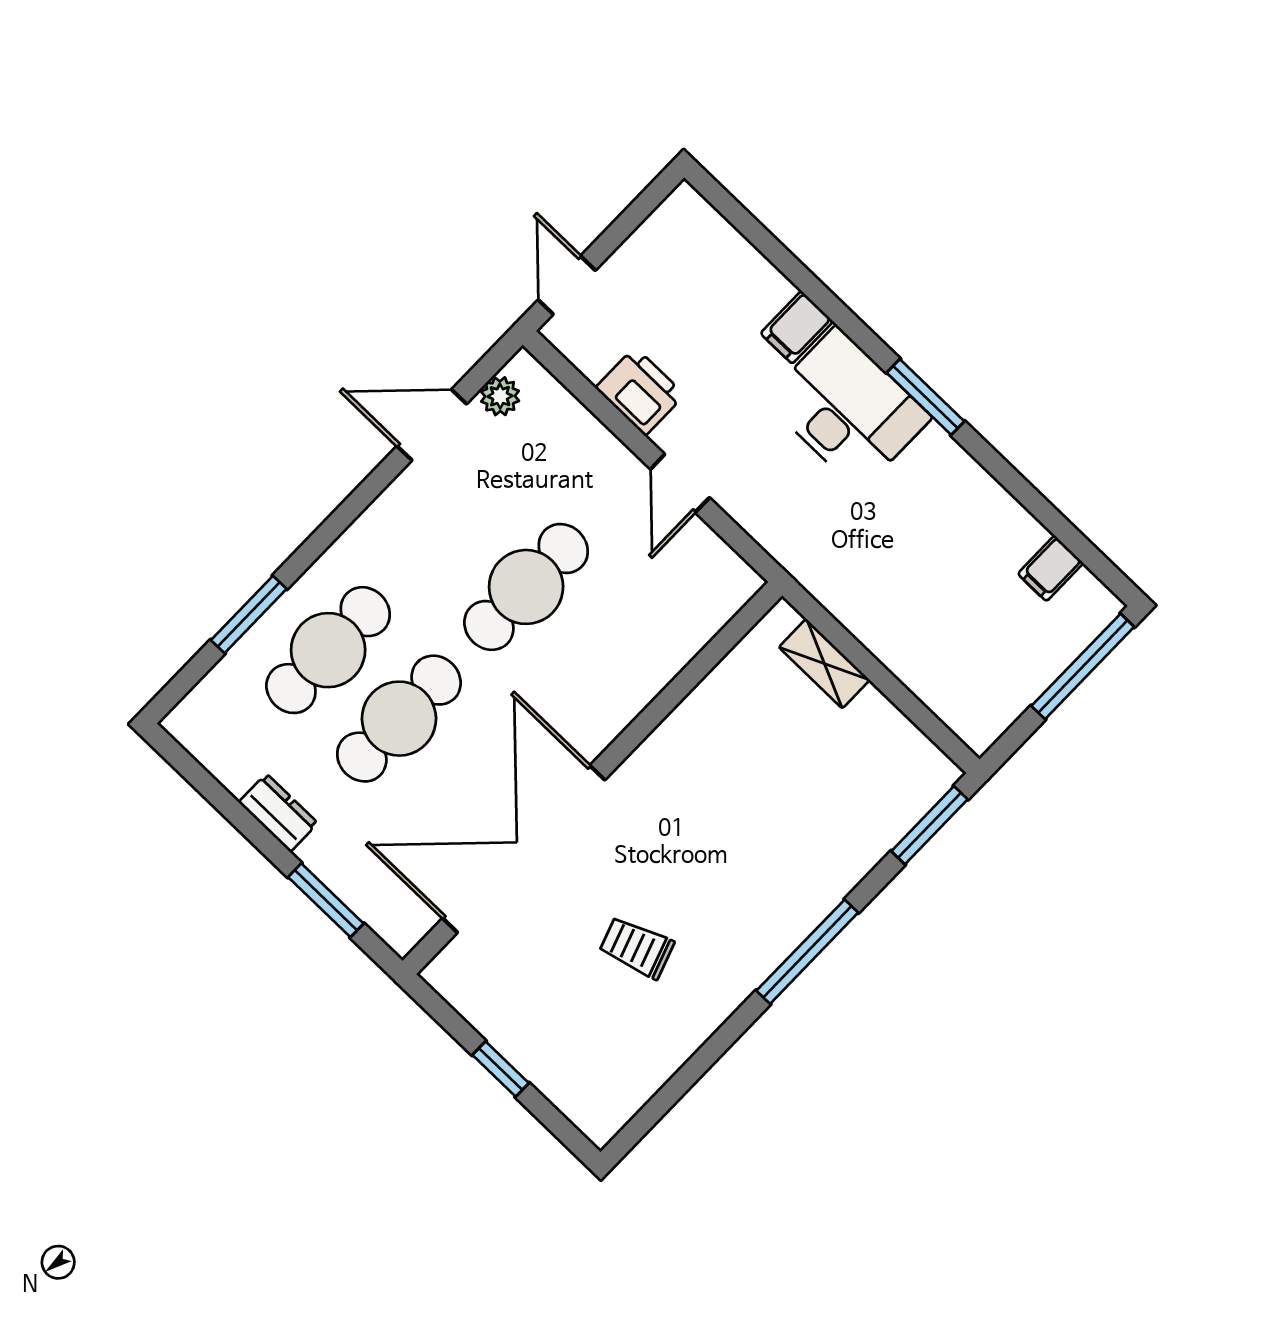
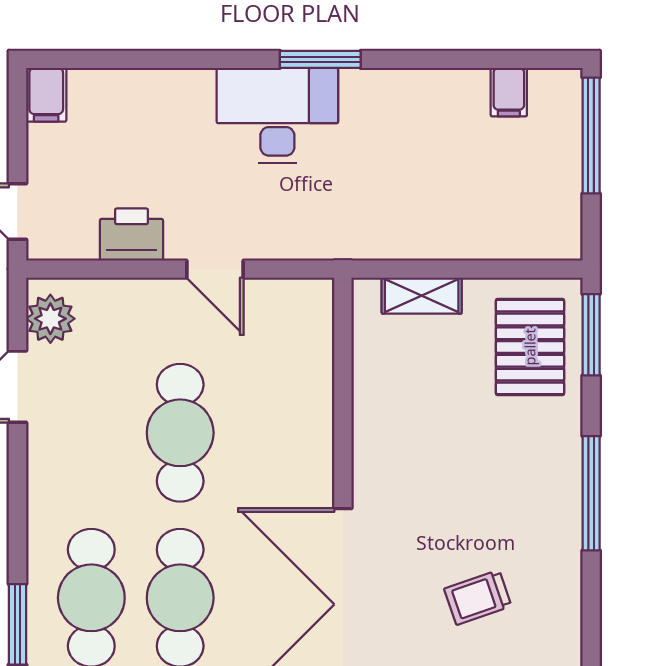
filing cabinet: (797, 327) -> (46, 95), moved
plant: (500, 396) -> (50, 319), width x1.38, depth x1.38
pallet: (871, 788) -> (530, 347), added

